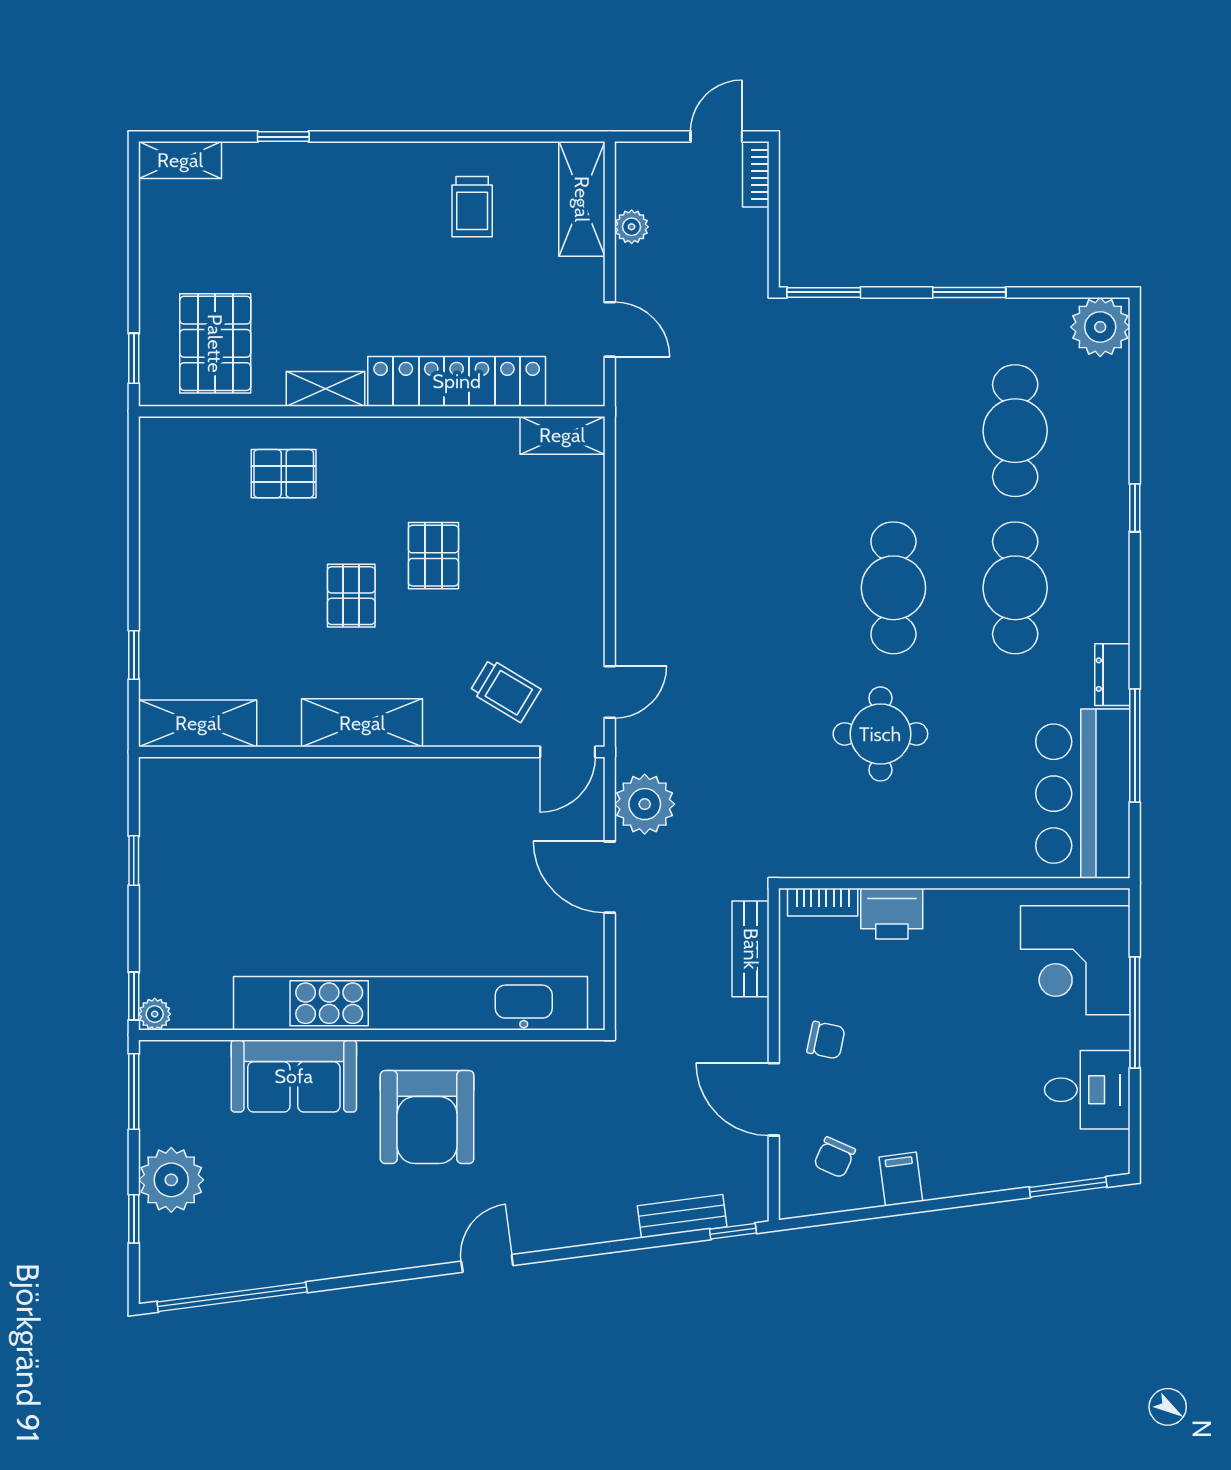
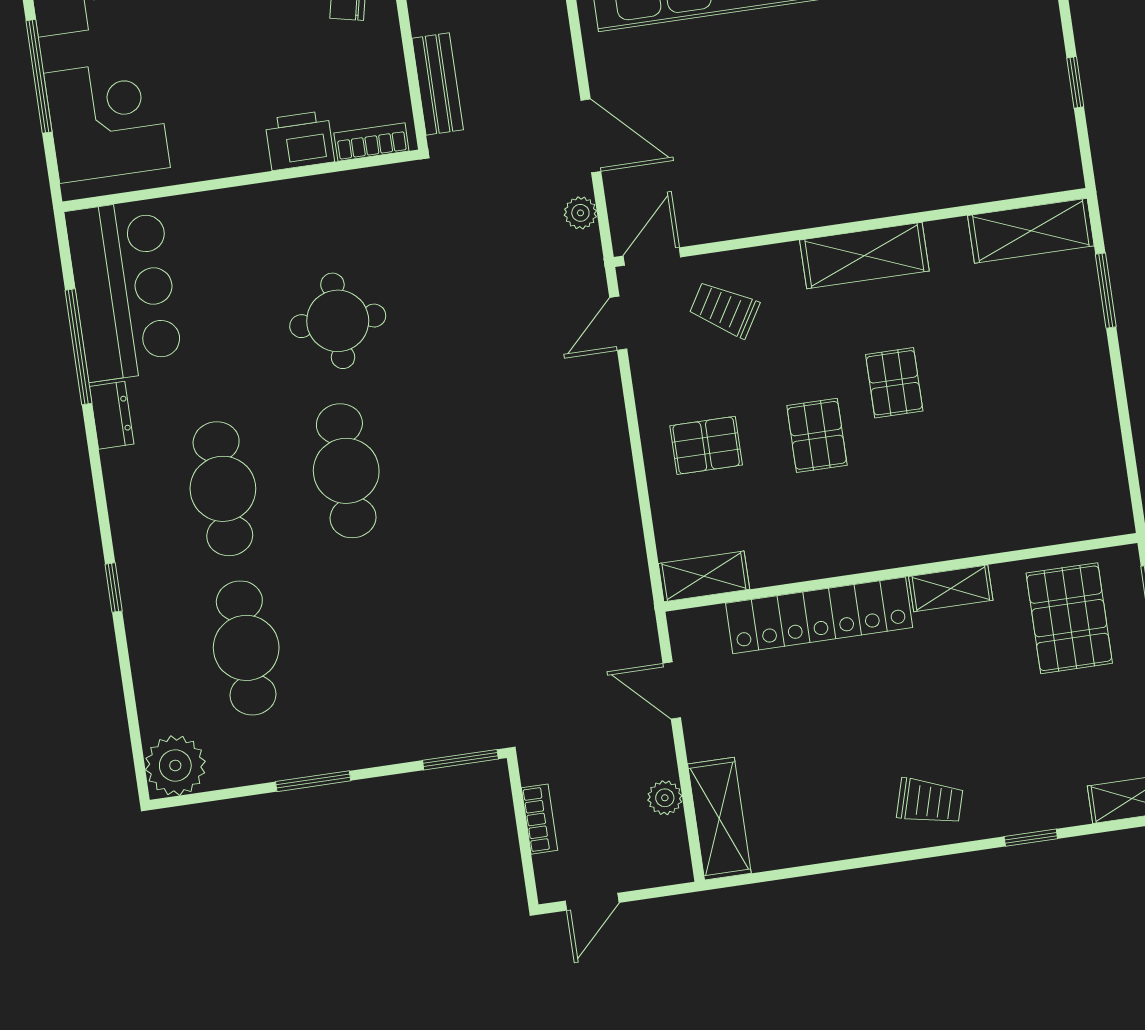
bookcase: (756, 174) -> (539, 819), moved
trolley: (472, 207) -> (930, 802), moved, turned 106
pallet: (284, 474) -> (706, 445), moved
window: (134, 655) -> (1106, 291), width x1.50
plant: (645, 804) -> (580, 213), width x0.53, depth x0.53

